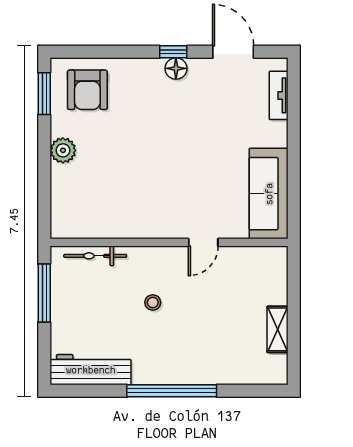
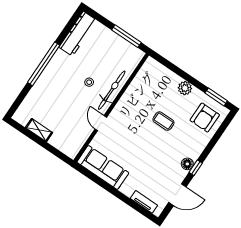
armchair: (87, 90) -> (205, 118), turned -90
coffee table: (135, 149) -> (163, 121), added
bicycle: (95, 256) -> (112, 90), moved, width x1.37, depth x1.40

